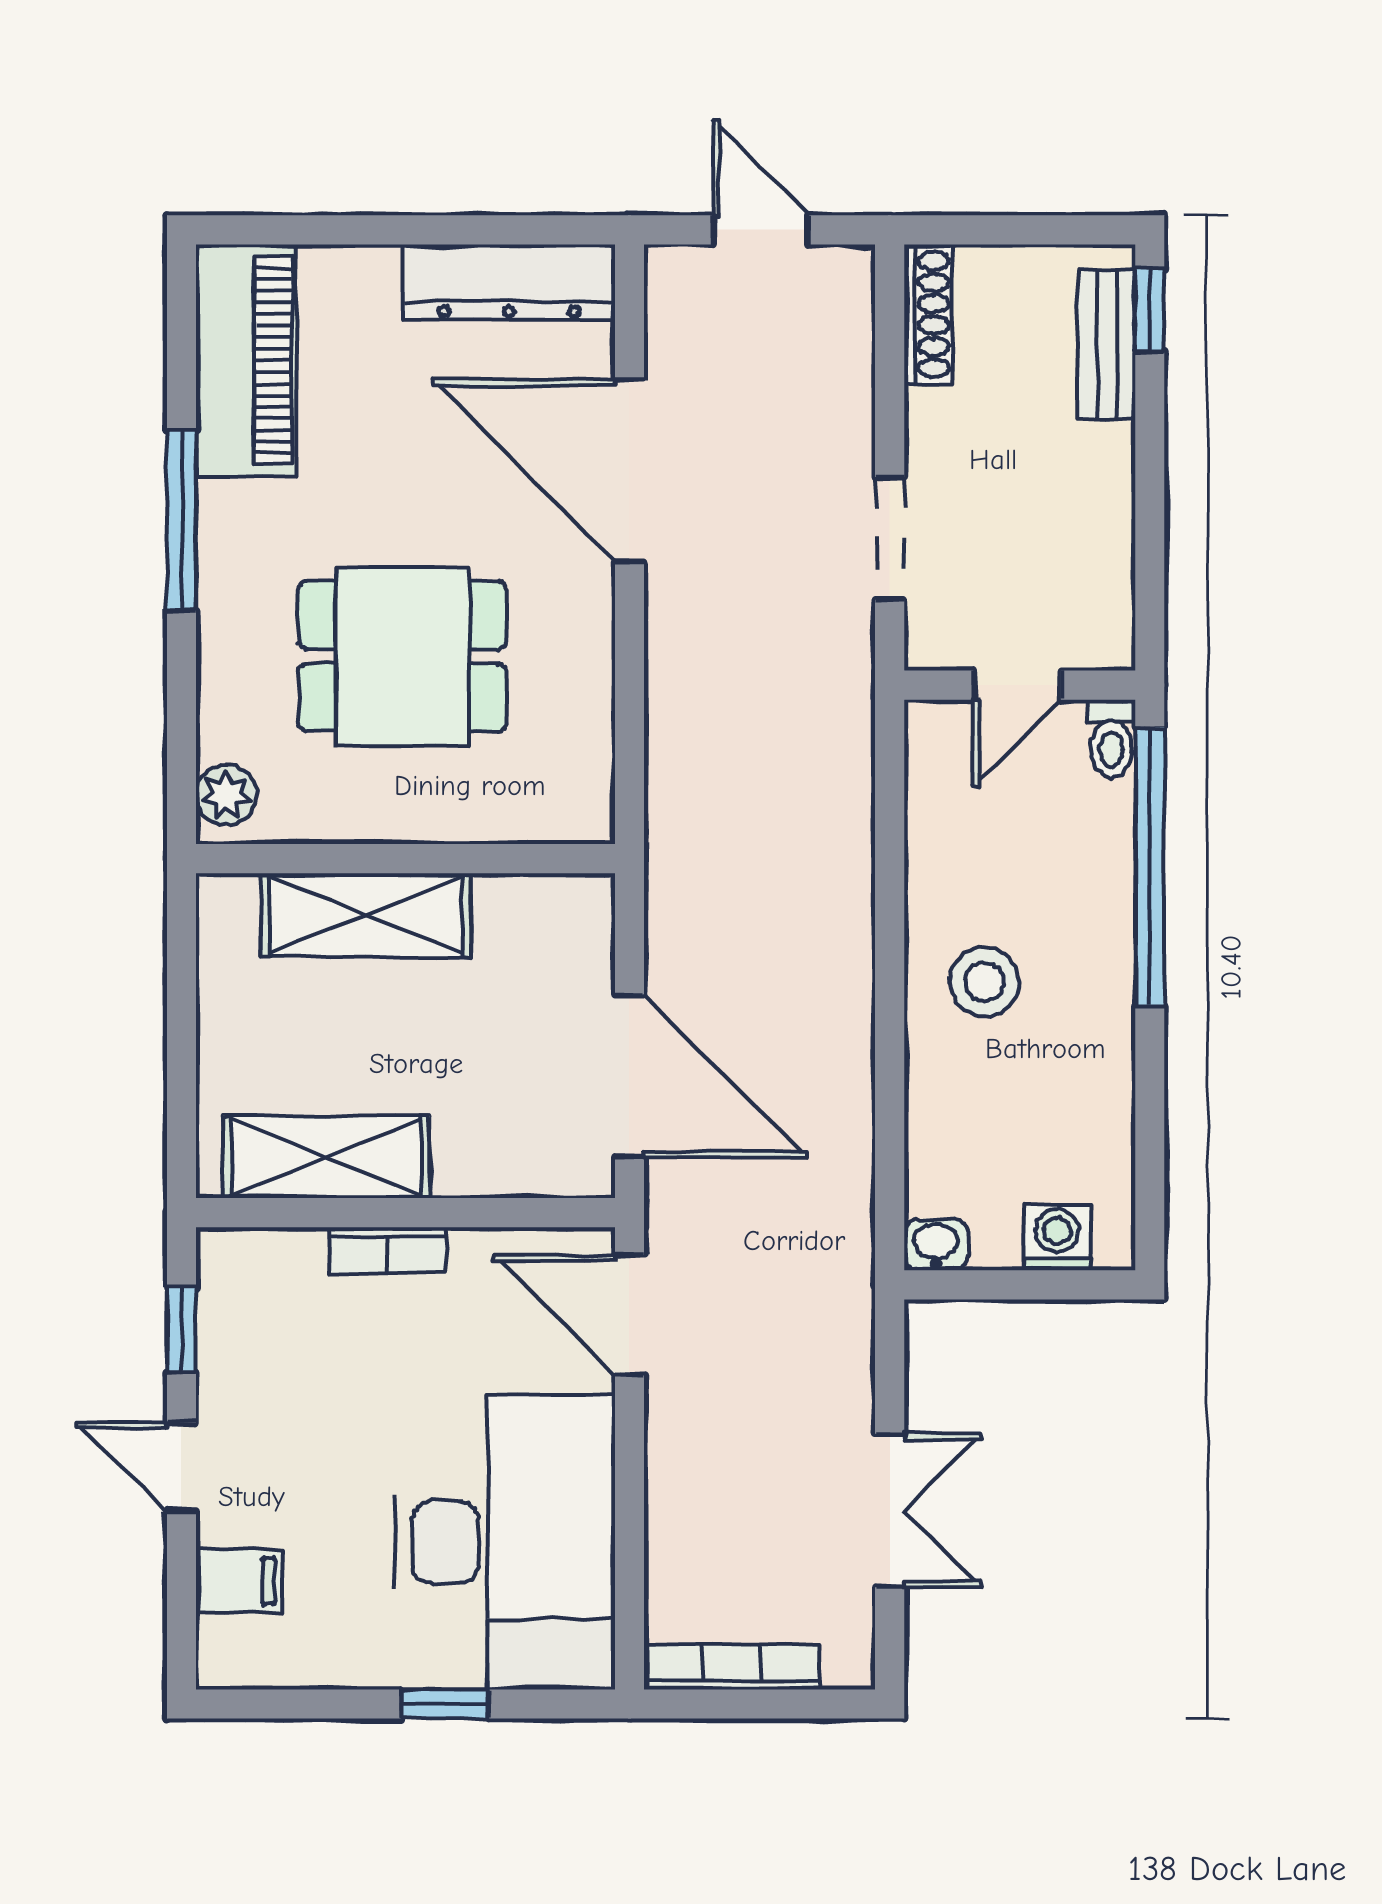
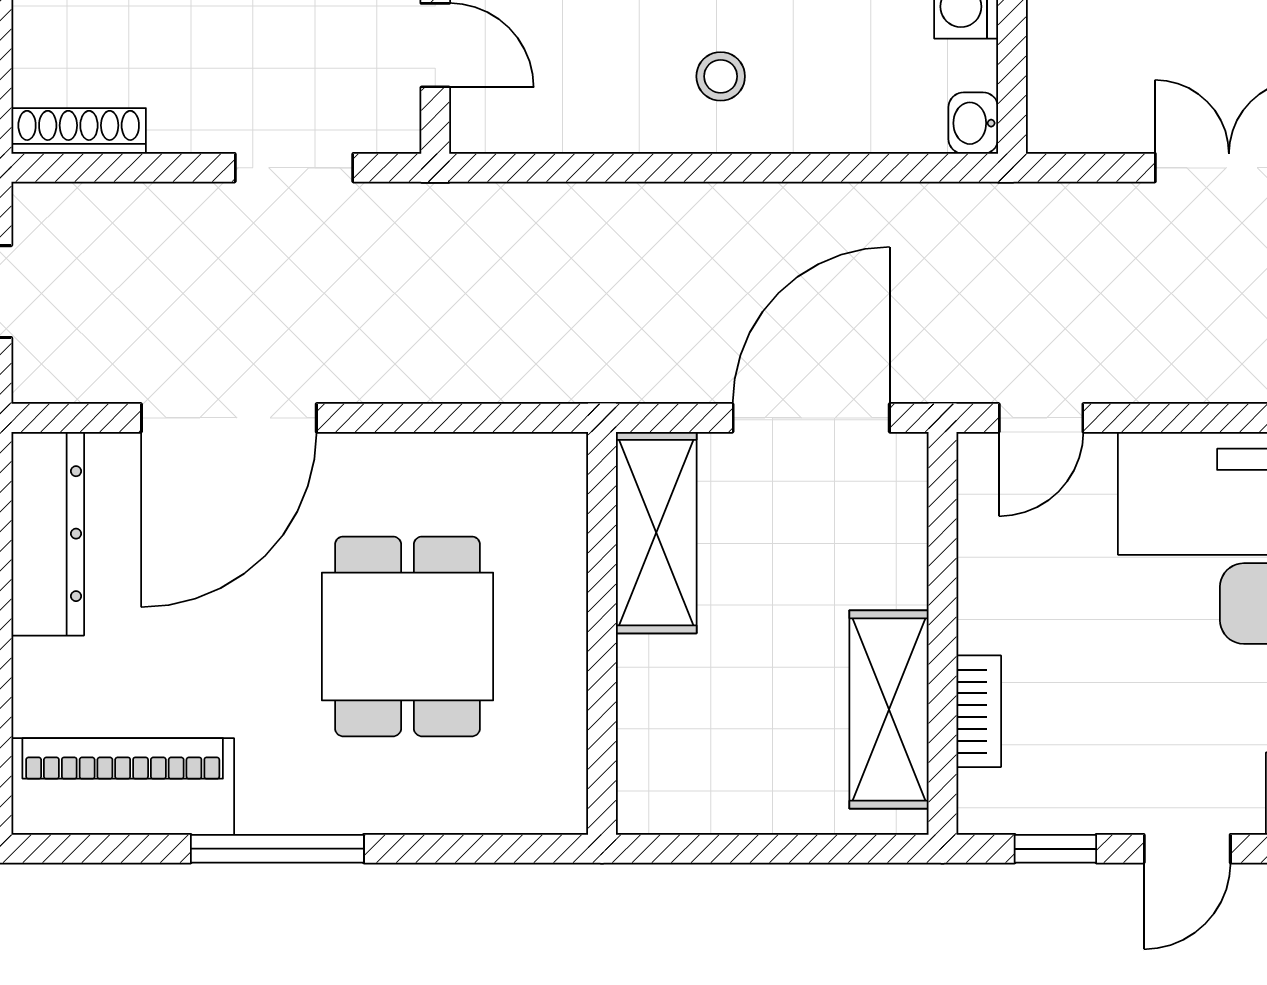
plant: (226, 795) -> (541, 805), removed
shelving: (366, 915) -> (656, 533), moved
stool: (985, 982) -> (721, 76), width x0.73, depth x0.73
bookcase: (388, 1250) -> (979, 711), moved
door: (629, 1315) -> (1041, 418), width x0.73

